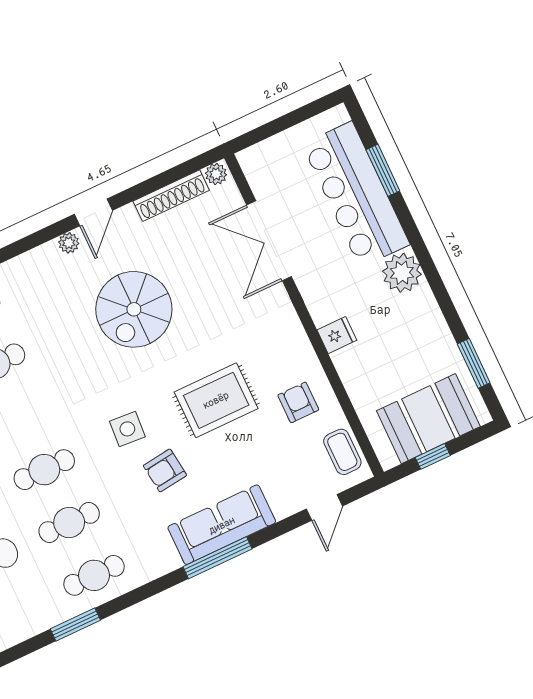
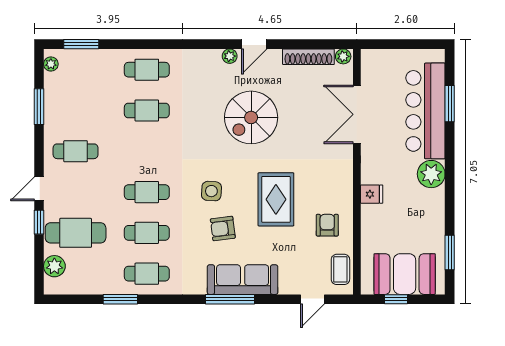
rug: (216, 400) -> (276, 199), turned 90

